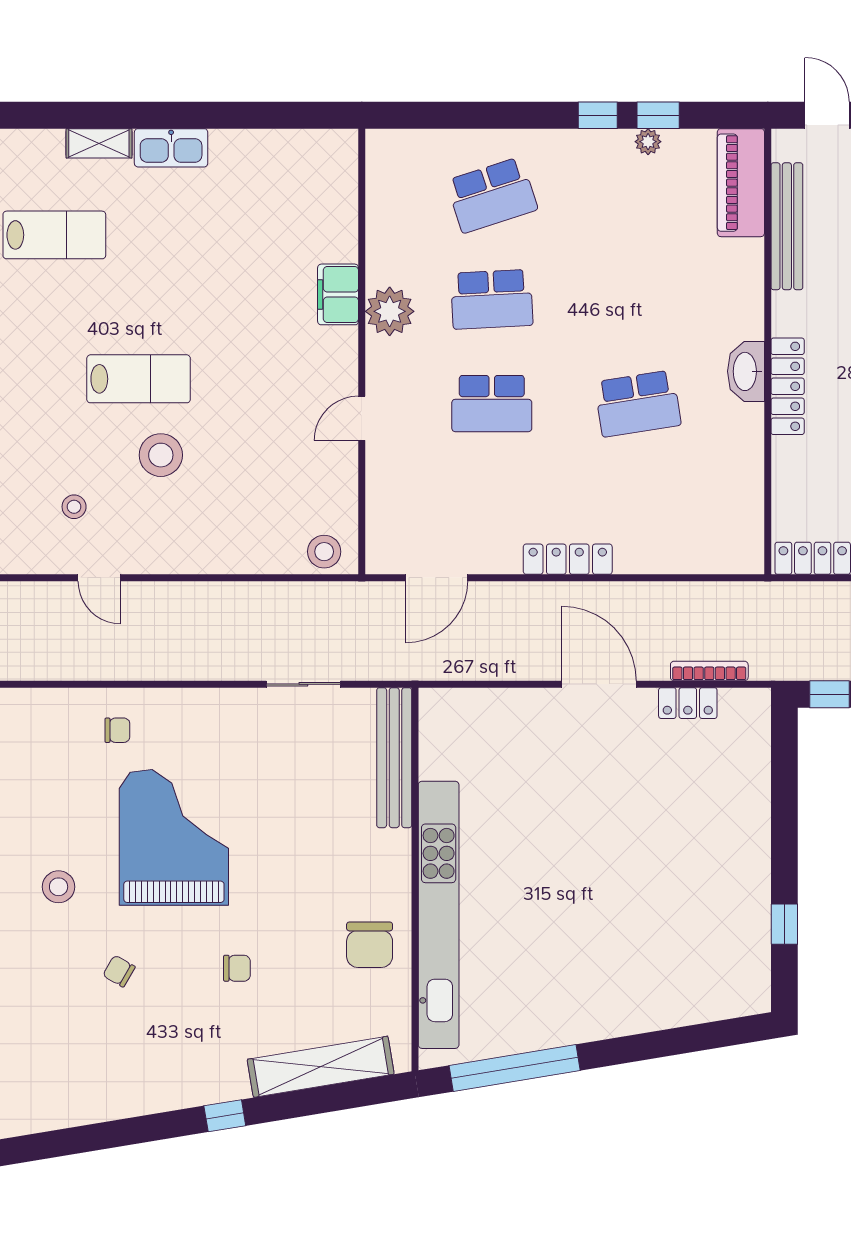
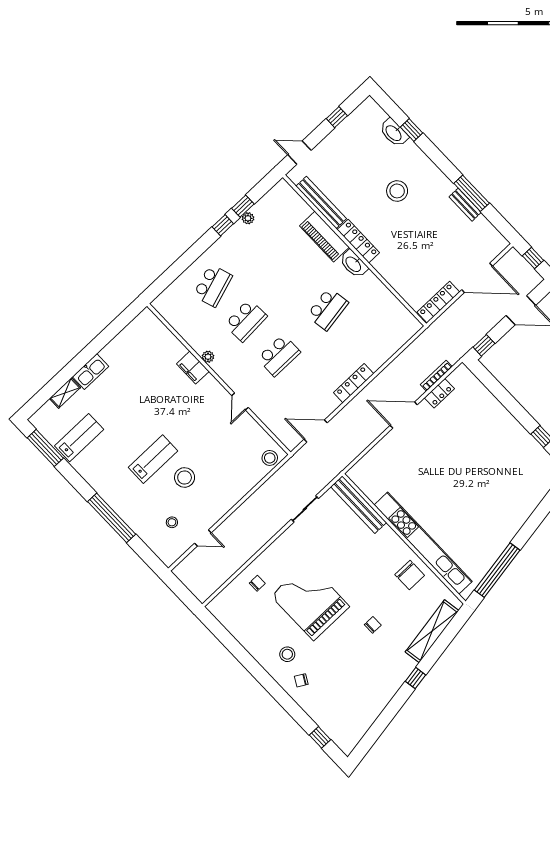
piano: (741, 183) -> (324, 237), moved
plant: (390, 311) -> (208, 357), width x0.53, depth x0.53
locker: (788, 386) -> (358, 241), moved
door: (437, 578) -> (316, 431), swing flipped
chair: (119, 971) -> (301, 680), moved

